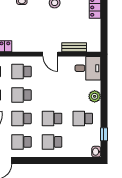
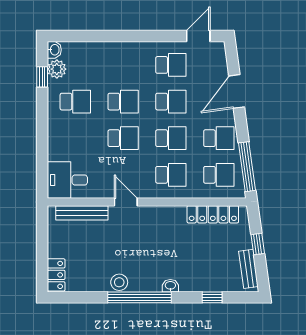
bench: (74, 47) -> (82, 213), width x1.36
plant: (95, 96) -> (57, 69), moved
school desk: (52, 142) -> (123, 138), moved

